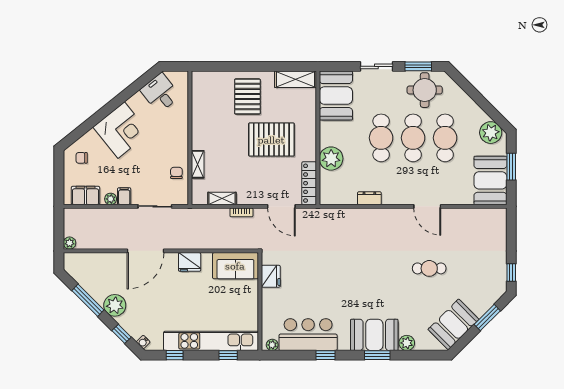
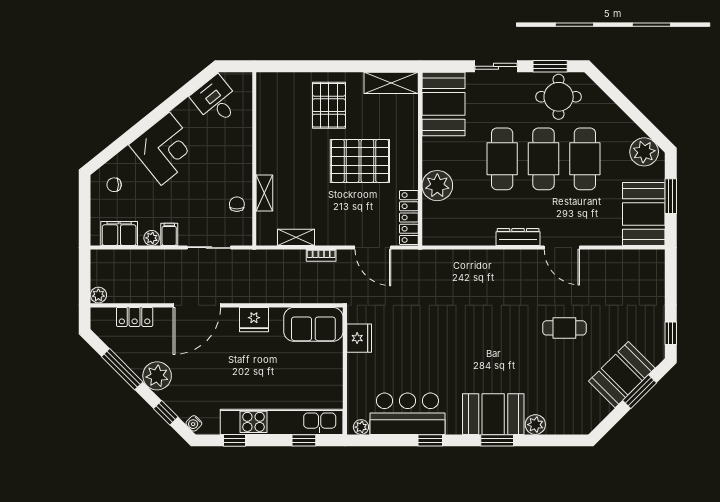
dresser: (369, 198) -> (518, 237), moved, width x1.44
locker: (97, 260) -> (135, 317), added
booth: (453, 324) -> (622, 375), moved

